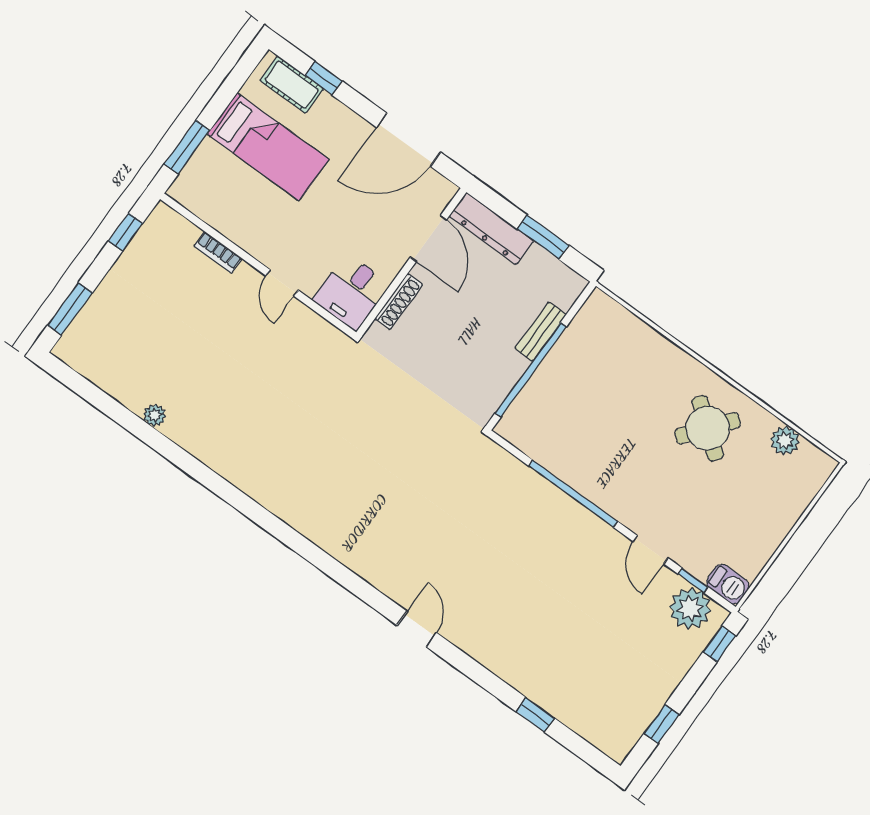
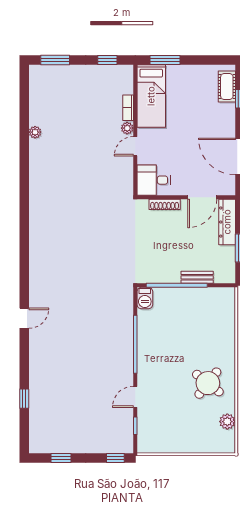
bed: (268, 147) -> (151, 96), moved
barbecue: (728, 584) -> (145, 298), moved
plant: (690, 608) -> (127, 128), moved, width x0.53, depth x0.53

